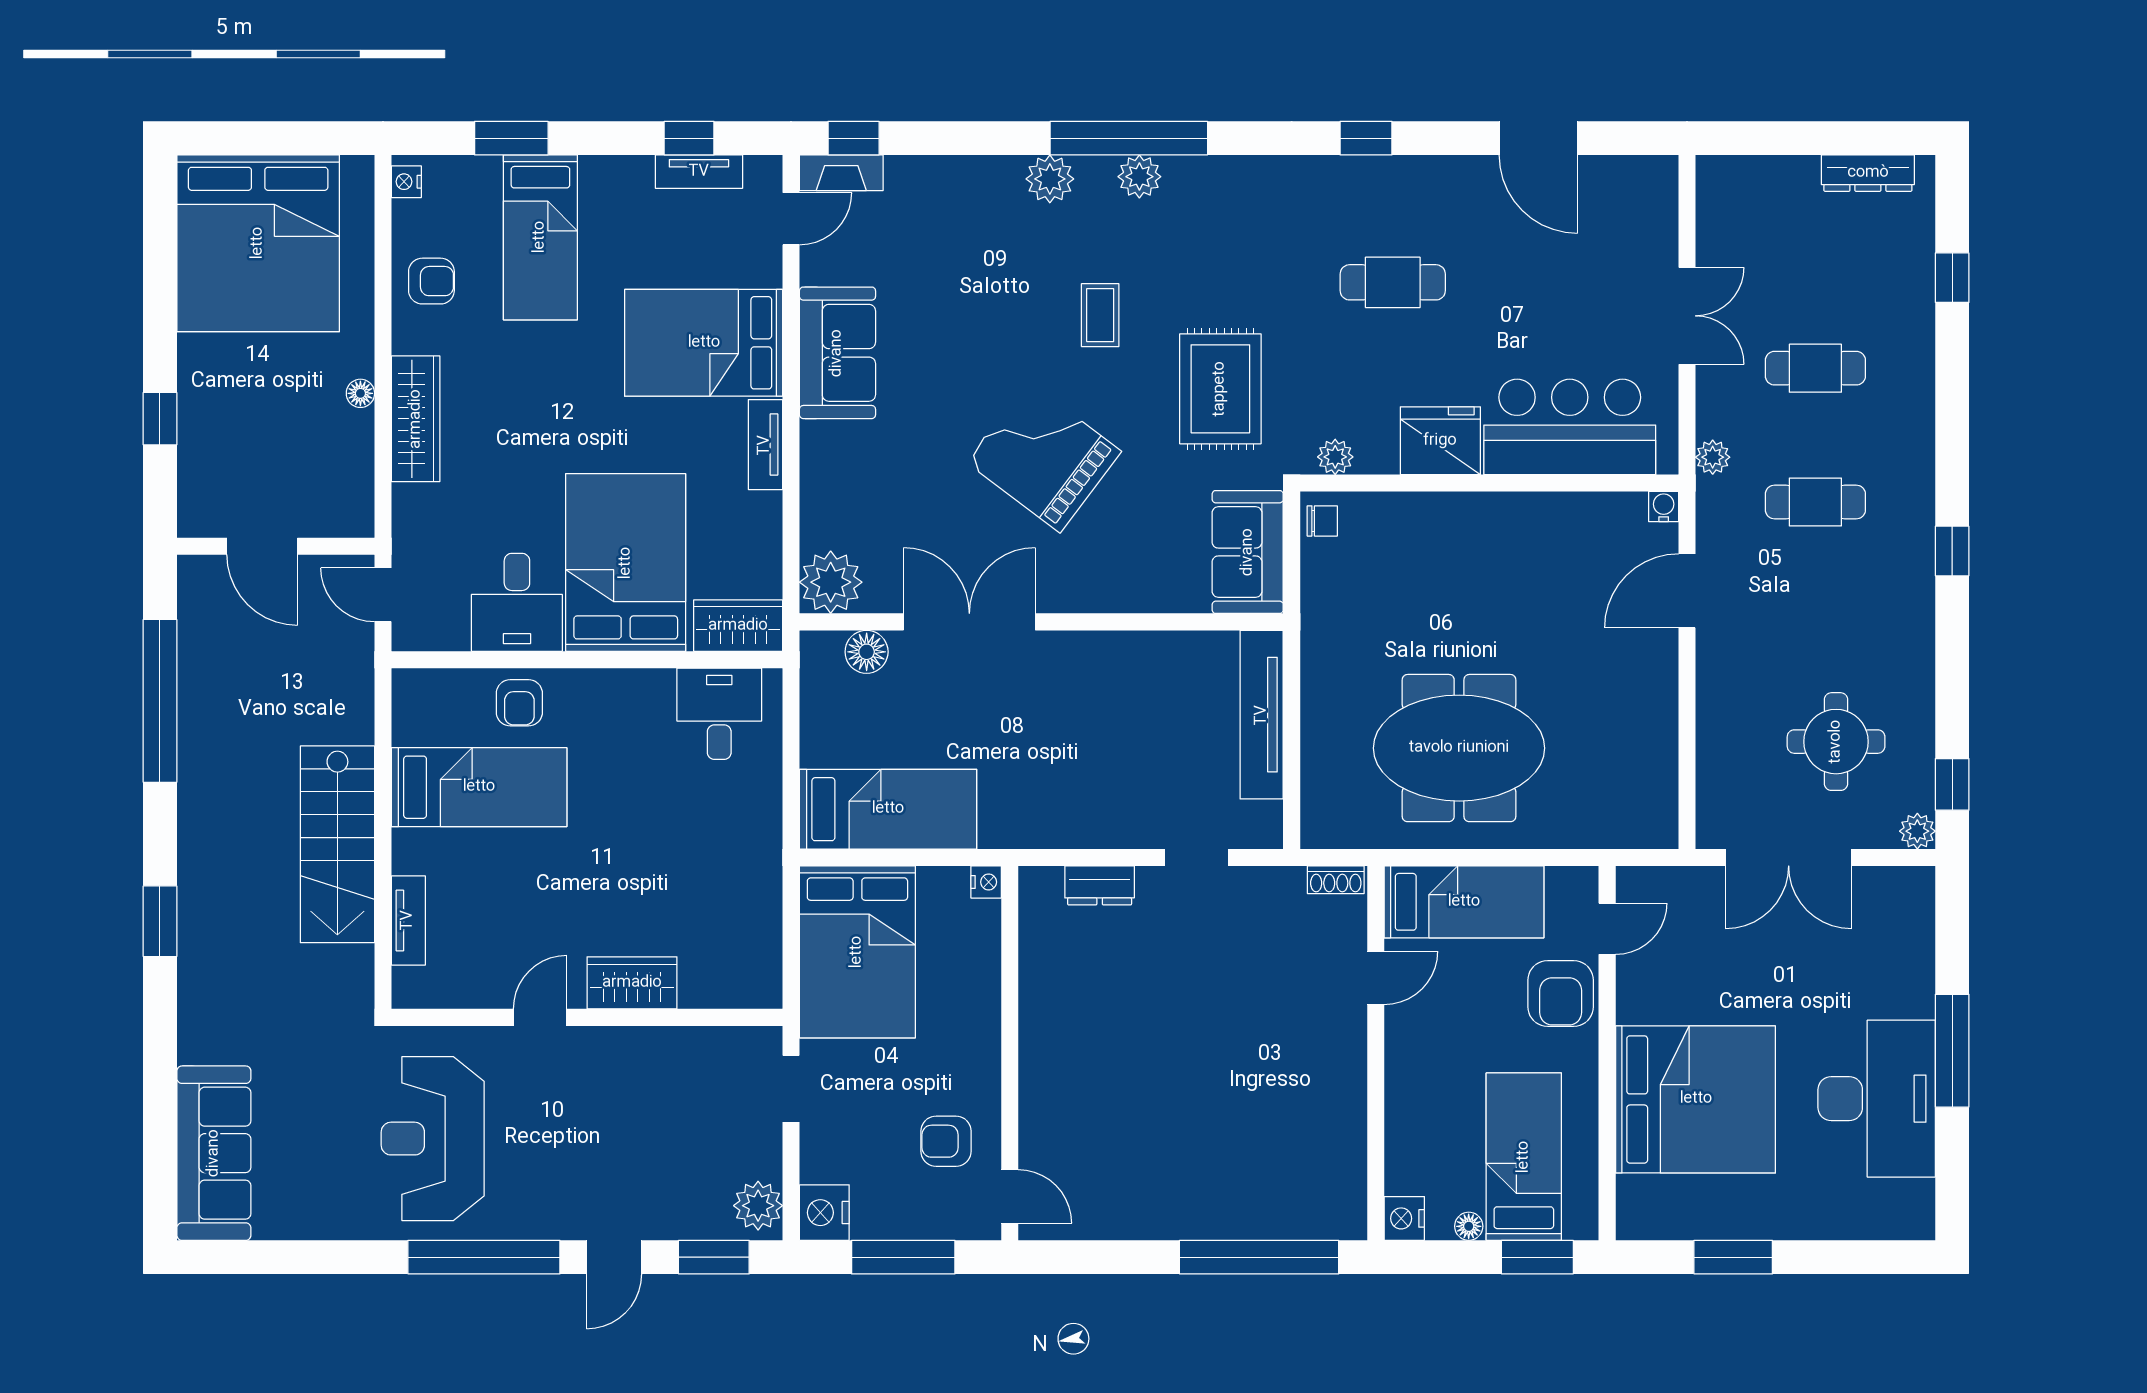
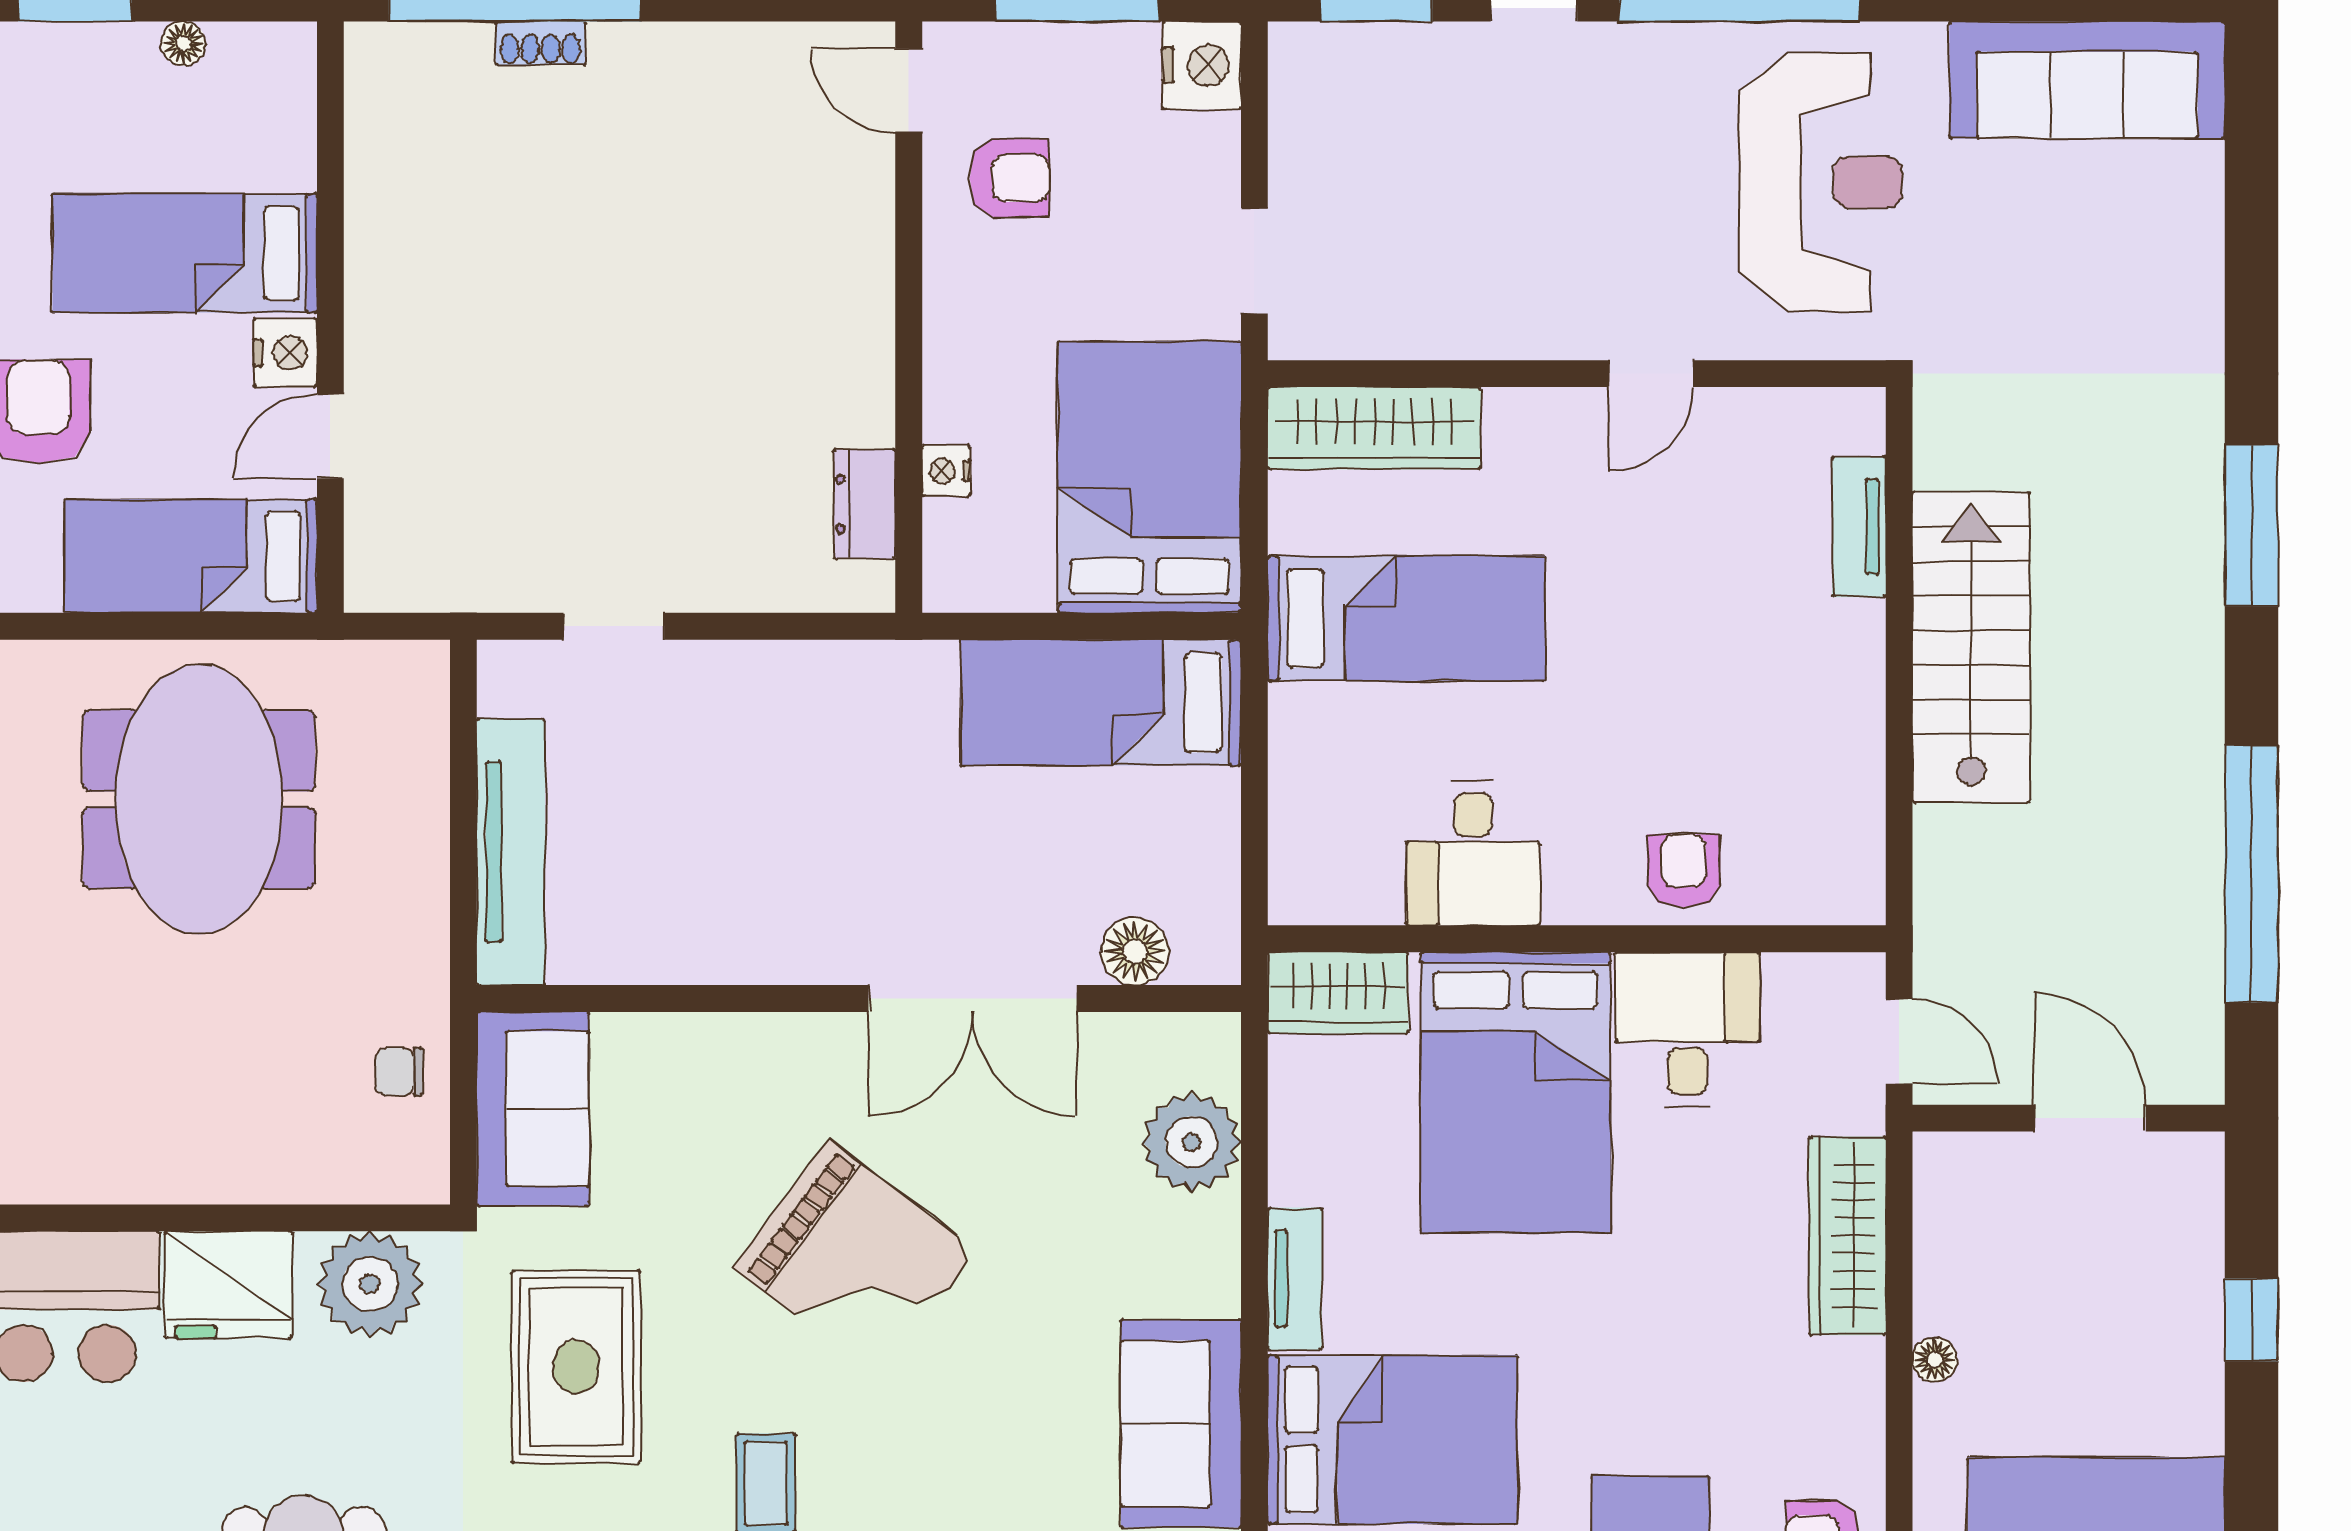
wardrobe: (416, 419) -> (1848, 1236), moved
plant: (1335, 457) -> (370, 1284), width x1.87, depth x1.87
chair: (1322, 521) -> (399, 1072), moved
plant: (831, 582) -> (1192, 1142), moved
desk: (719, 714) -> (1473, 853), moved
meeting table: (1459, 748) -> (199, 799), turned 90
bed: (479, 787) -> (1406, 618), moved, turned 180
shoe rack: (1336, 880) -> (540, 43), moved, turned 180
nightstand: (986, 882) -> (946, 471), moved
dresser: (1100, 885) -> (865, 504), moved, turned -90
window: (160, 921) -> (2251, 526), width x1.44
wardrobe: (632, 983) -> (1374, 428), moved, width x1.50
sofa: (214, 1153) -> (2087, 80), moved, turned -90
bed: (1524, 1157) -> (185, 253), moved, turned 90
plant: (758, 1206) -> (1307, 76), removed
nightstand: (1404, 1218) -> (285, 353), moved

